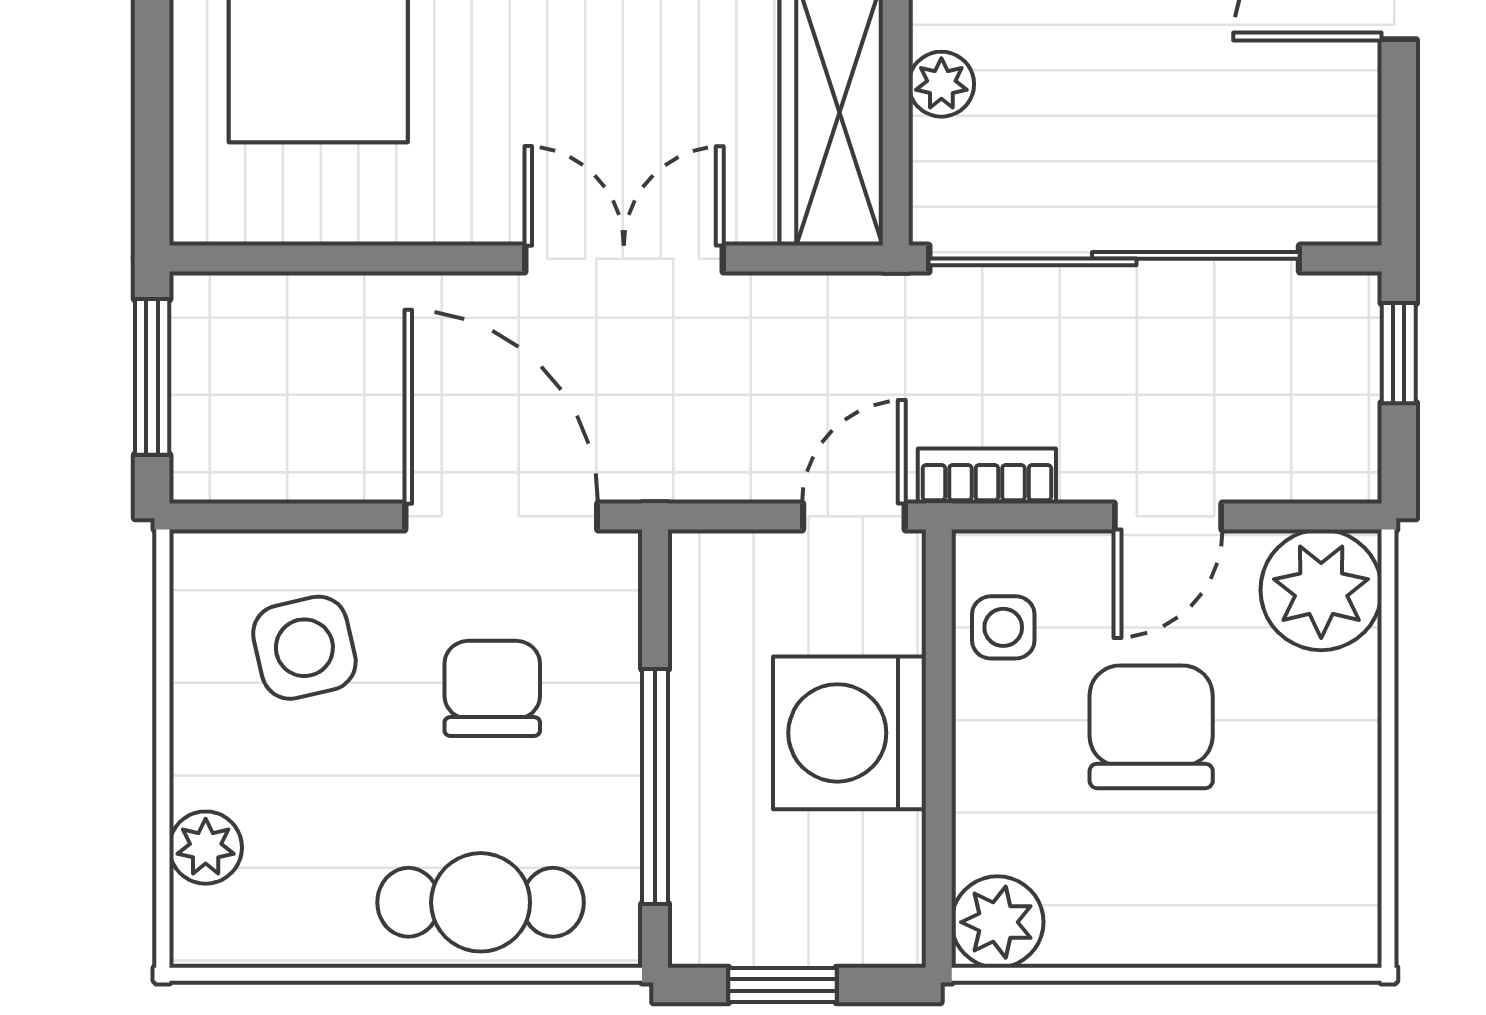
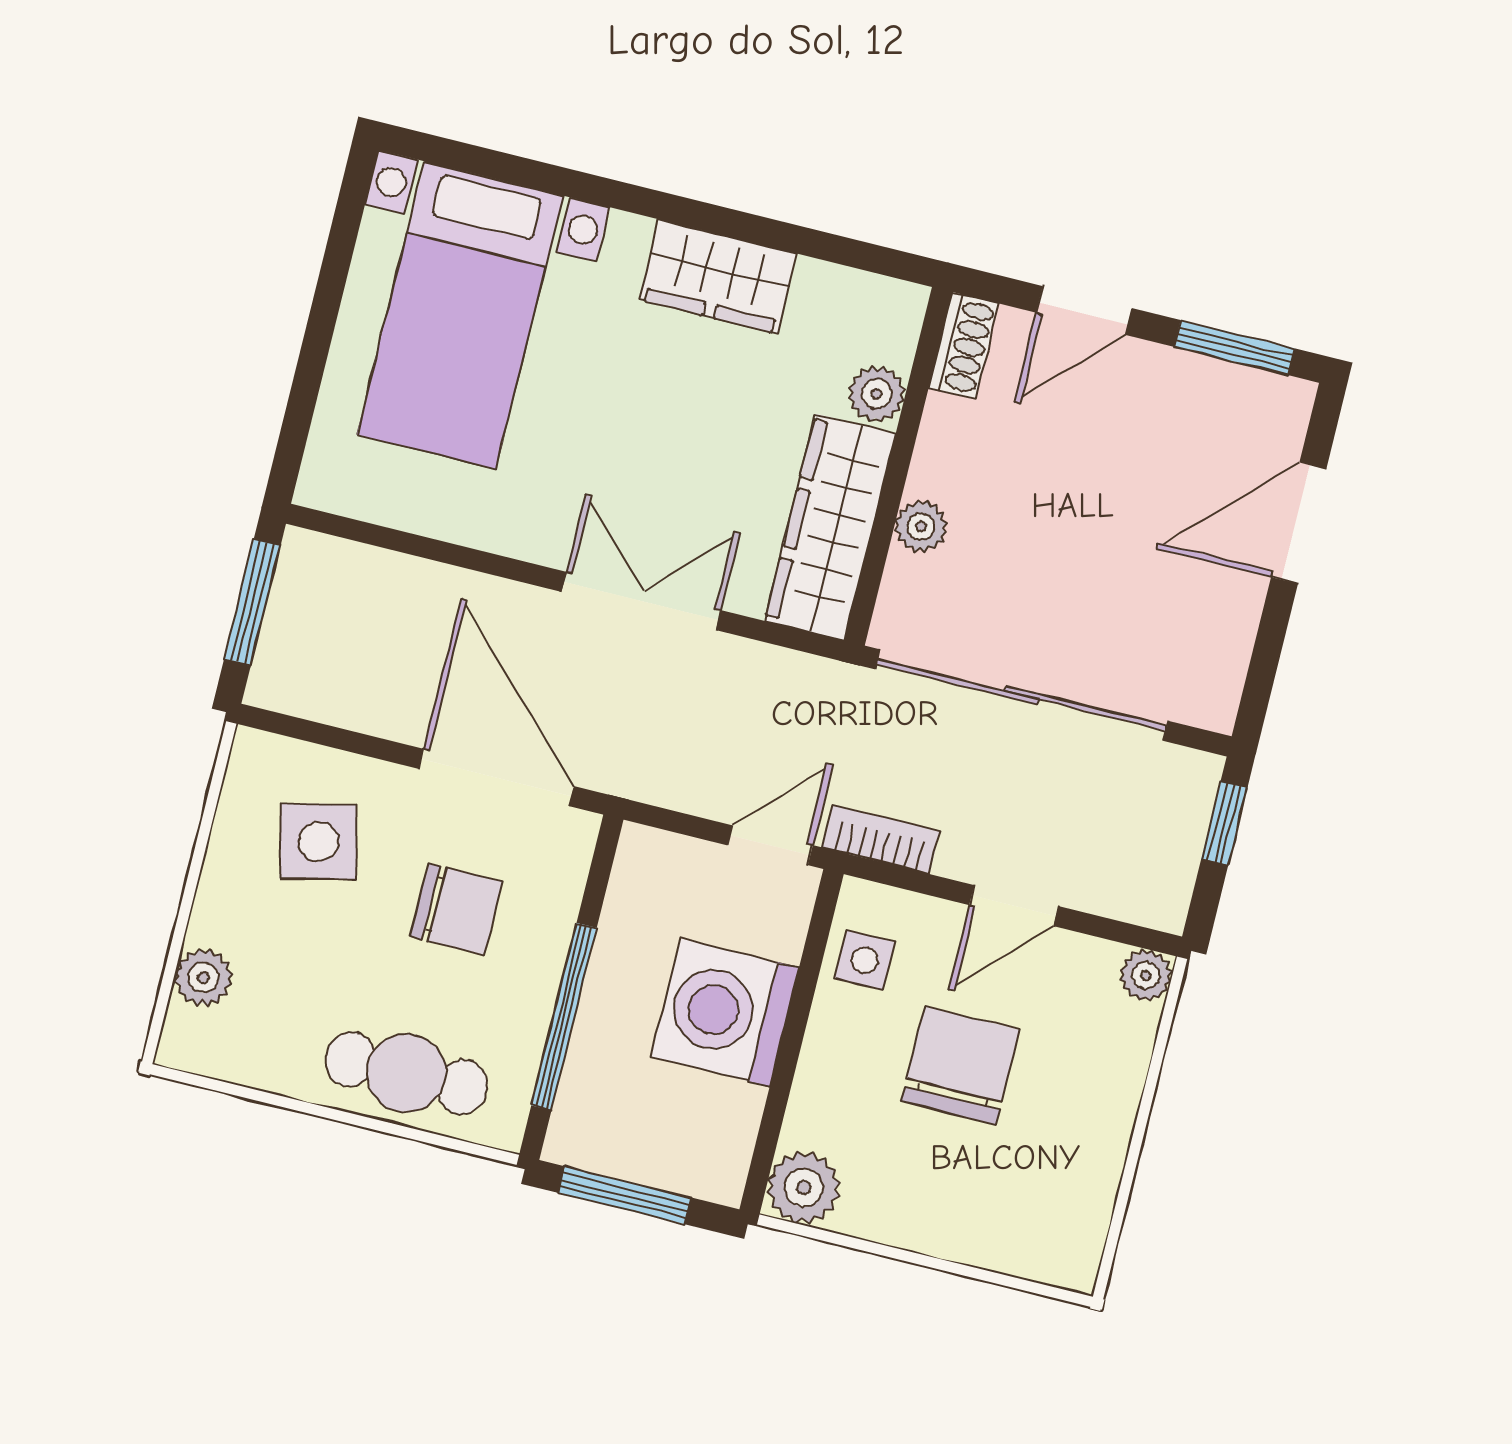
plant: (1321, 590) -> (1146, 975), width x0.53, depth x0.53
chair: (492, 688) -> (456, 909), turned 90
window: (782, 985) -> (625, 1195), width x1.50

